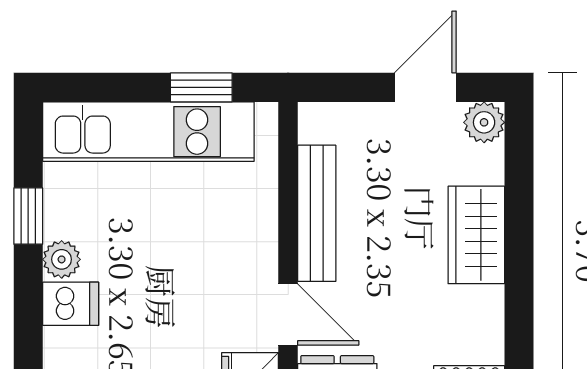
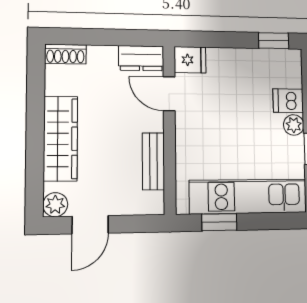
bench: (317, 213) -> (153, 161), width x0.73
wardrobe: (476, 235) -> (61, 139), width x1.50

